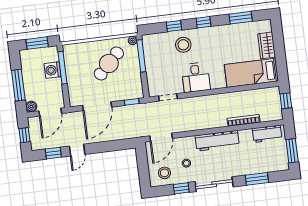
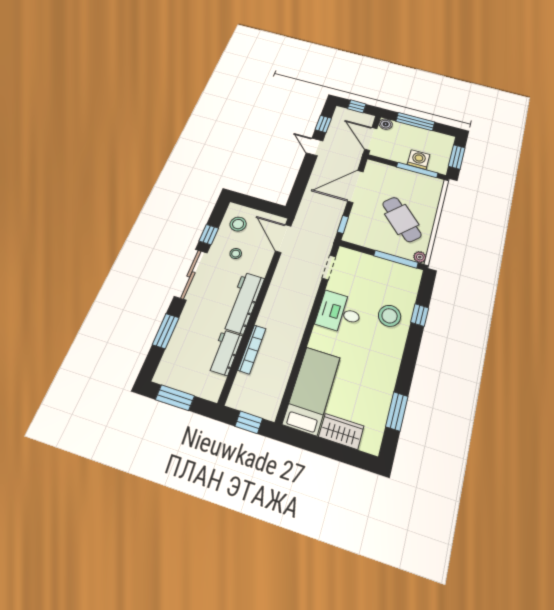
window: (203, 22) -> (410, 356), removed
door: (97, 106) -> (355, 186), hinge flipped
workbench: (267, 134) -> (225, 352), moved

